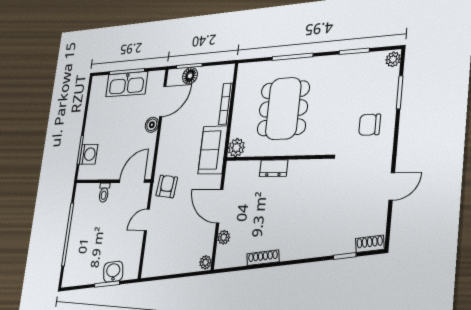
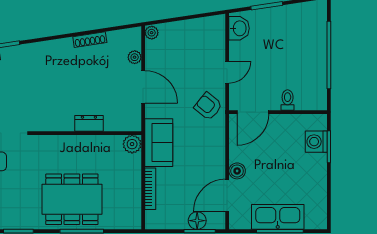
dining table: (283, 108) -> (72, 199), moved, turned 90
armchair: (167, 186) -> (208, 106), turned 123
washbasin: (113, 272) -> (239, 28), moved, turned -81

